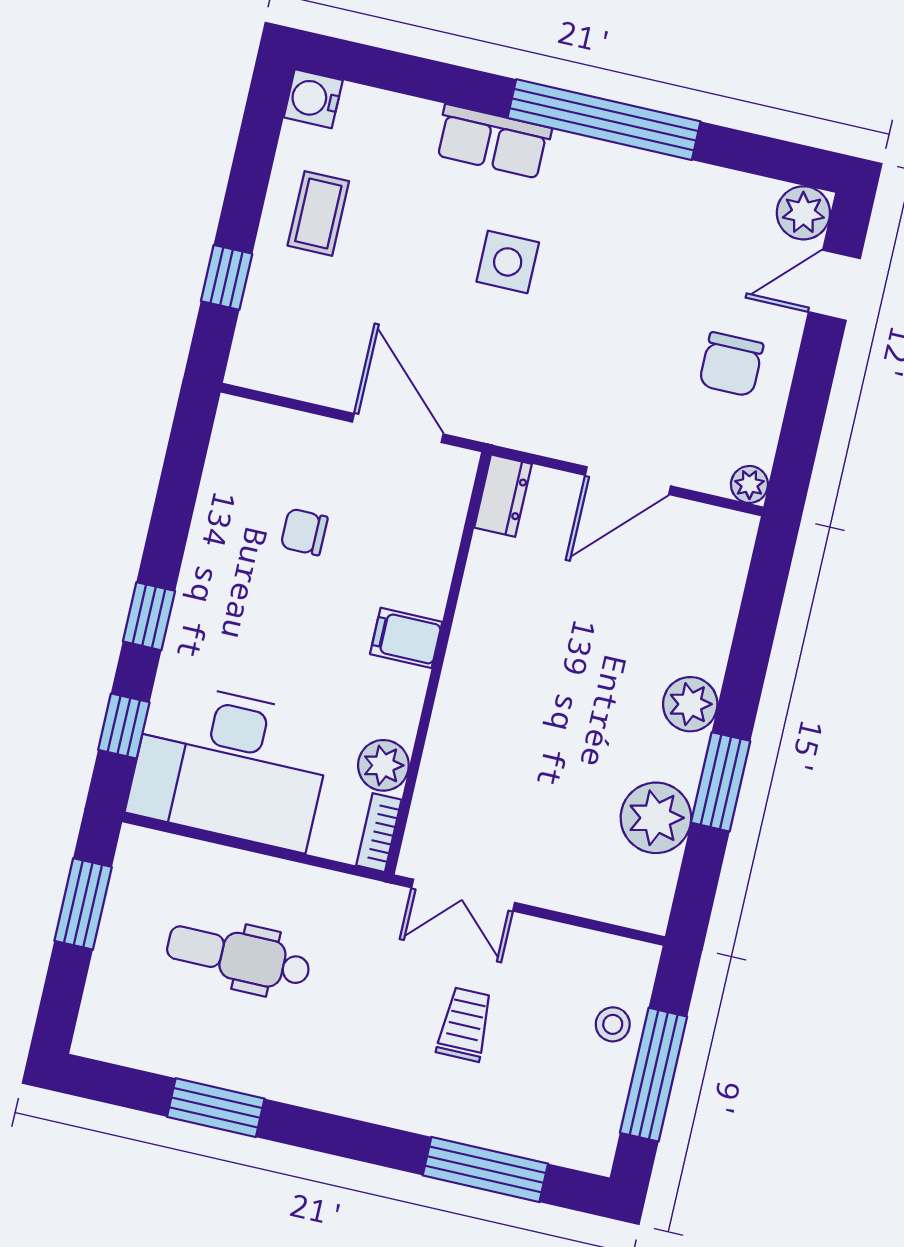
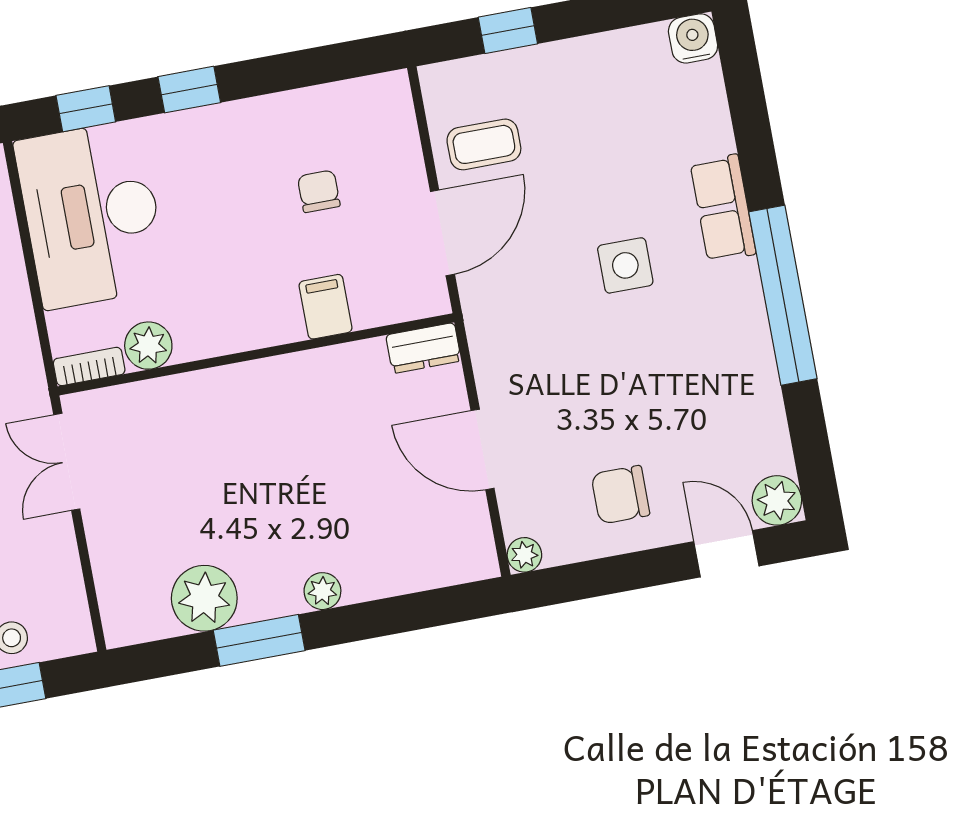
coffee table: (318, 213) -> (484, 144), moved
filing cabinet: (406, 638) -> (326, 307), moved
plant: (690, 704) -> (322, 591), width x0.73, depth x0.73

